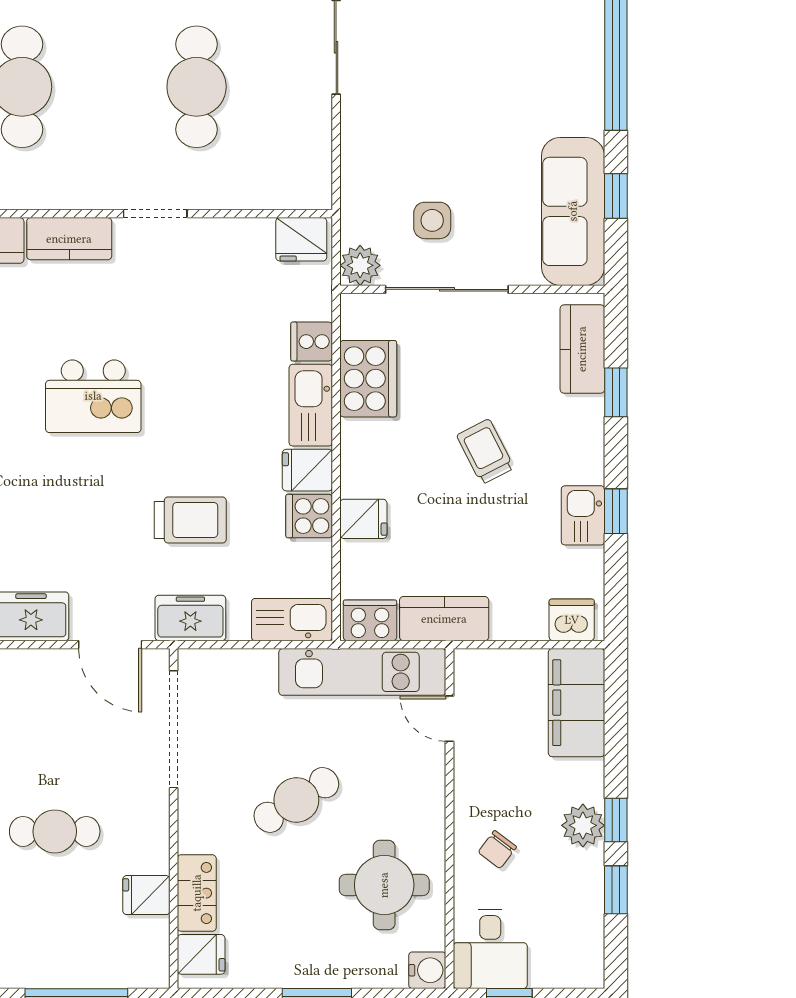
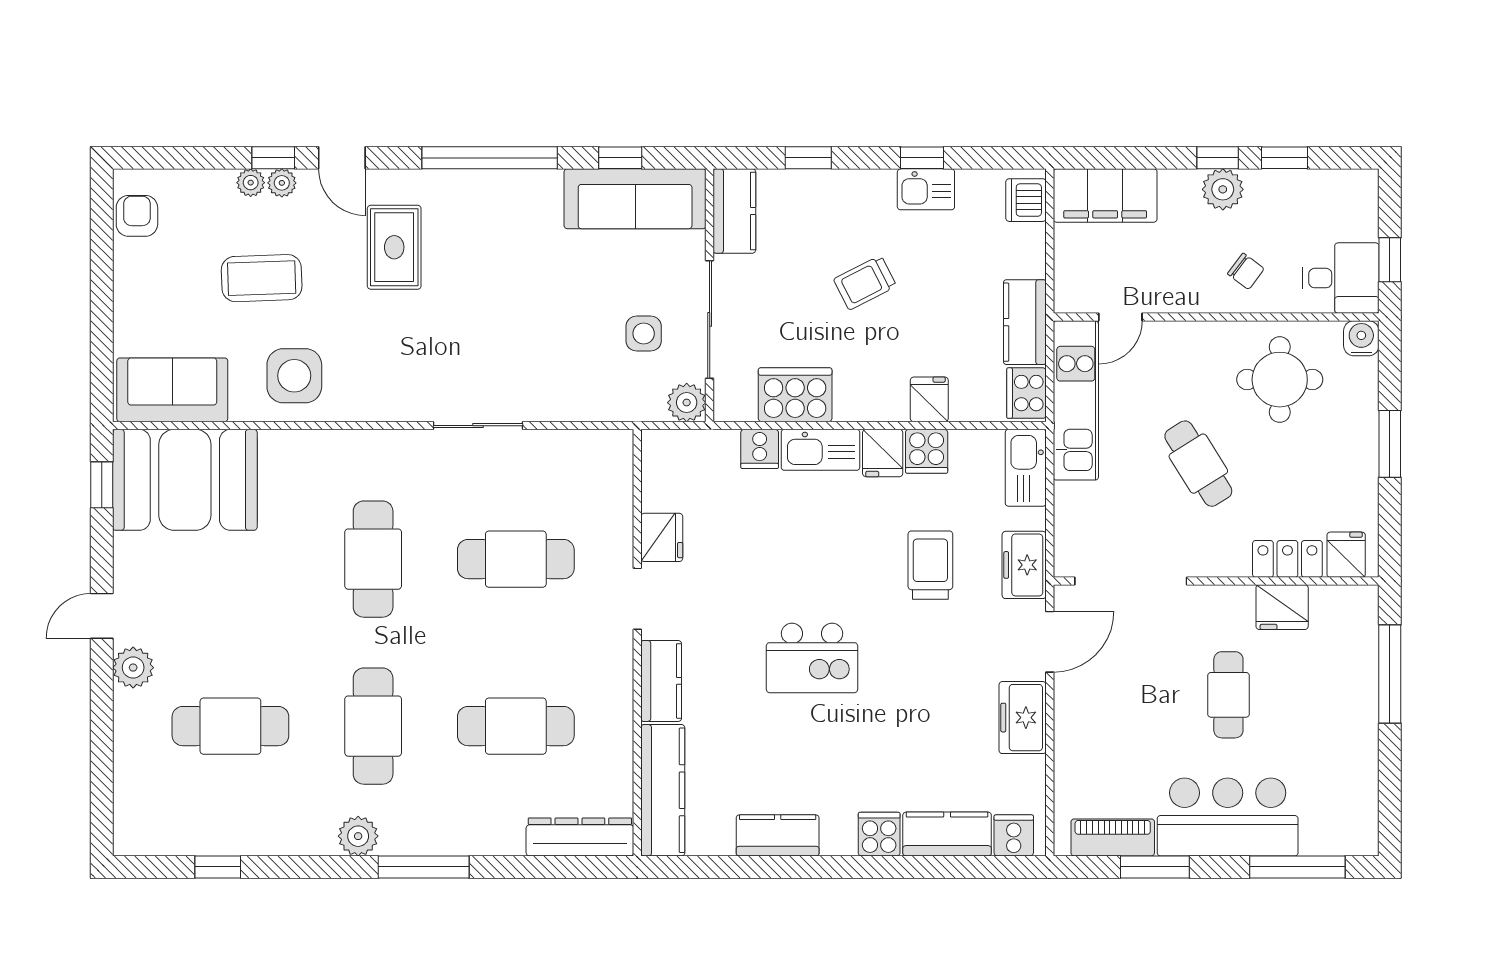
fridge: (301, 239) -> (662, 537), moved
kitchen counter: (582, 349) -> (734, 211), moved, turned -90
kitchen island: (93, 396) -> (812, 658), turned 90
fridge: (146, 895) -> (1282, 607), width x1.38

